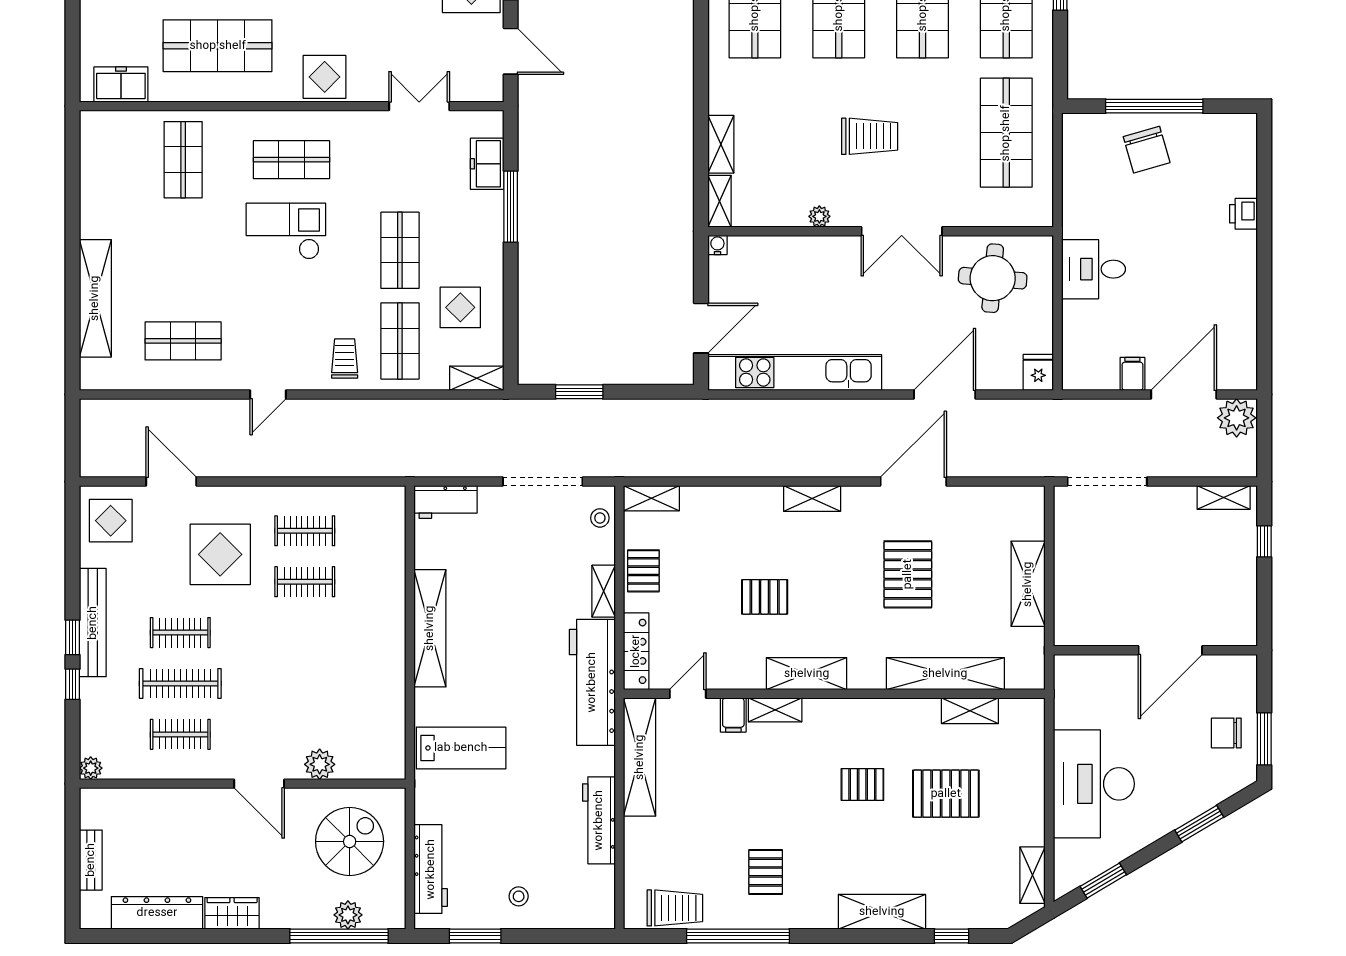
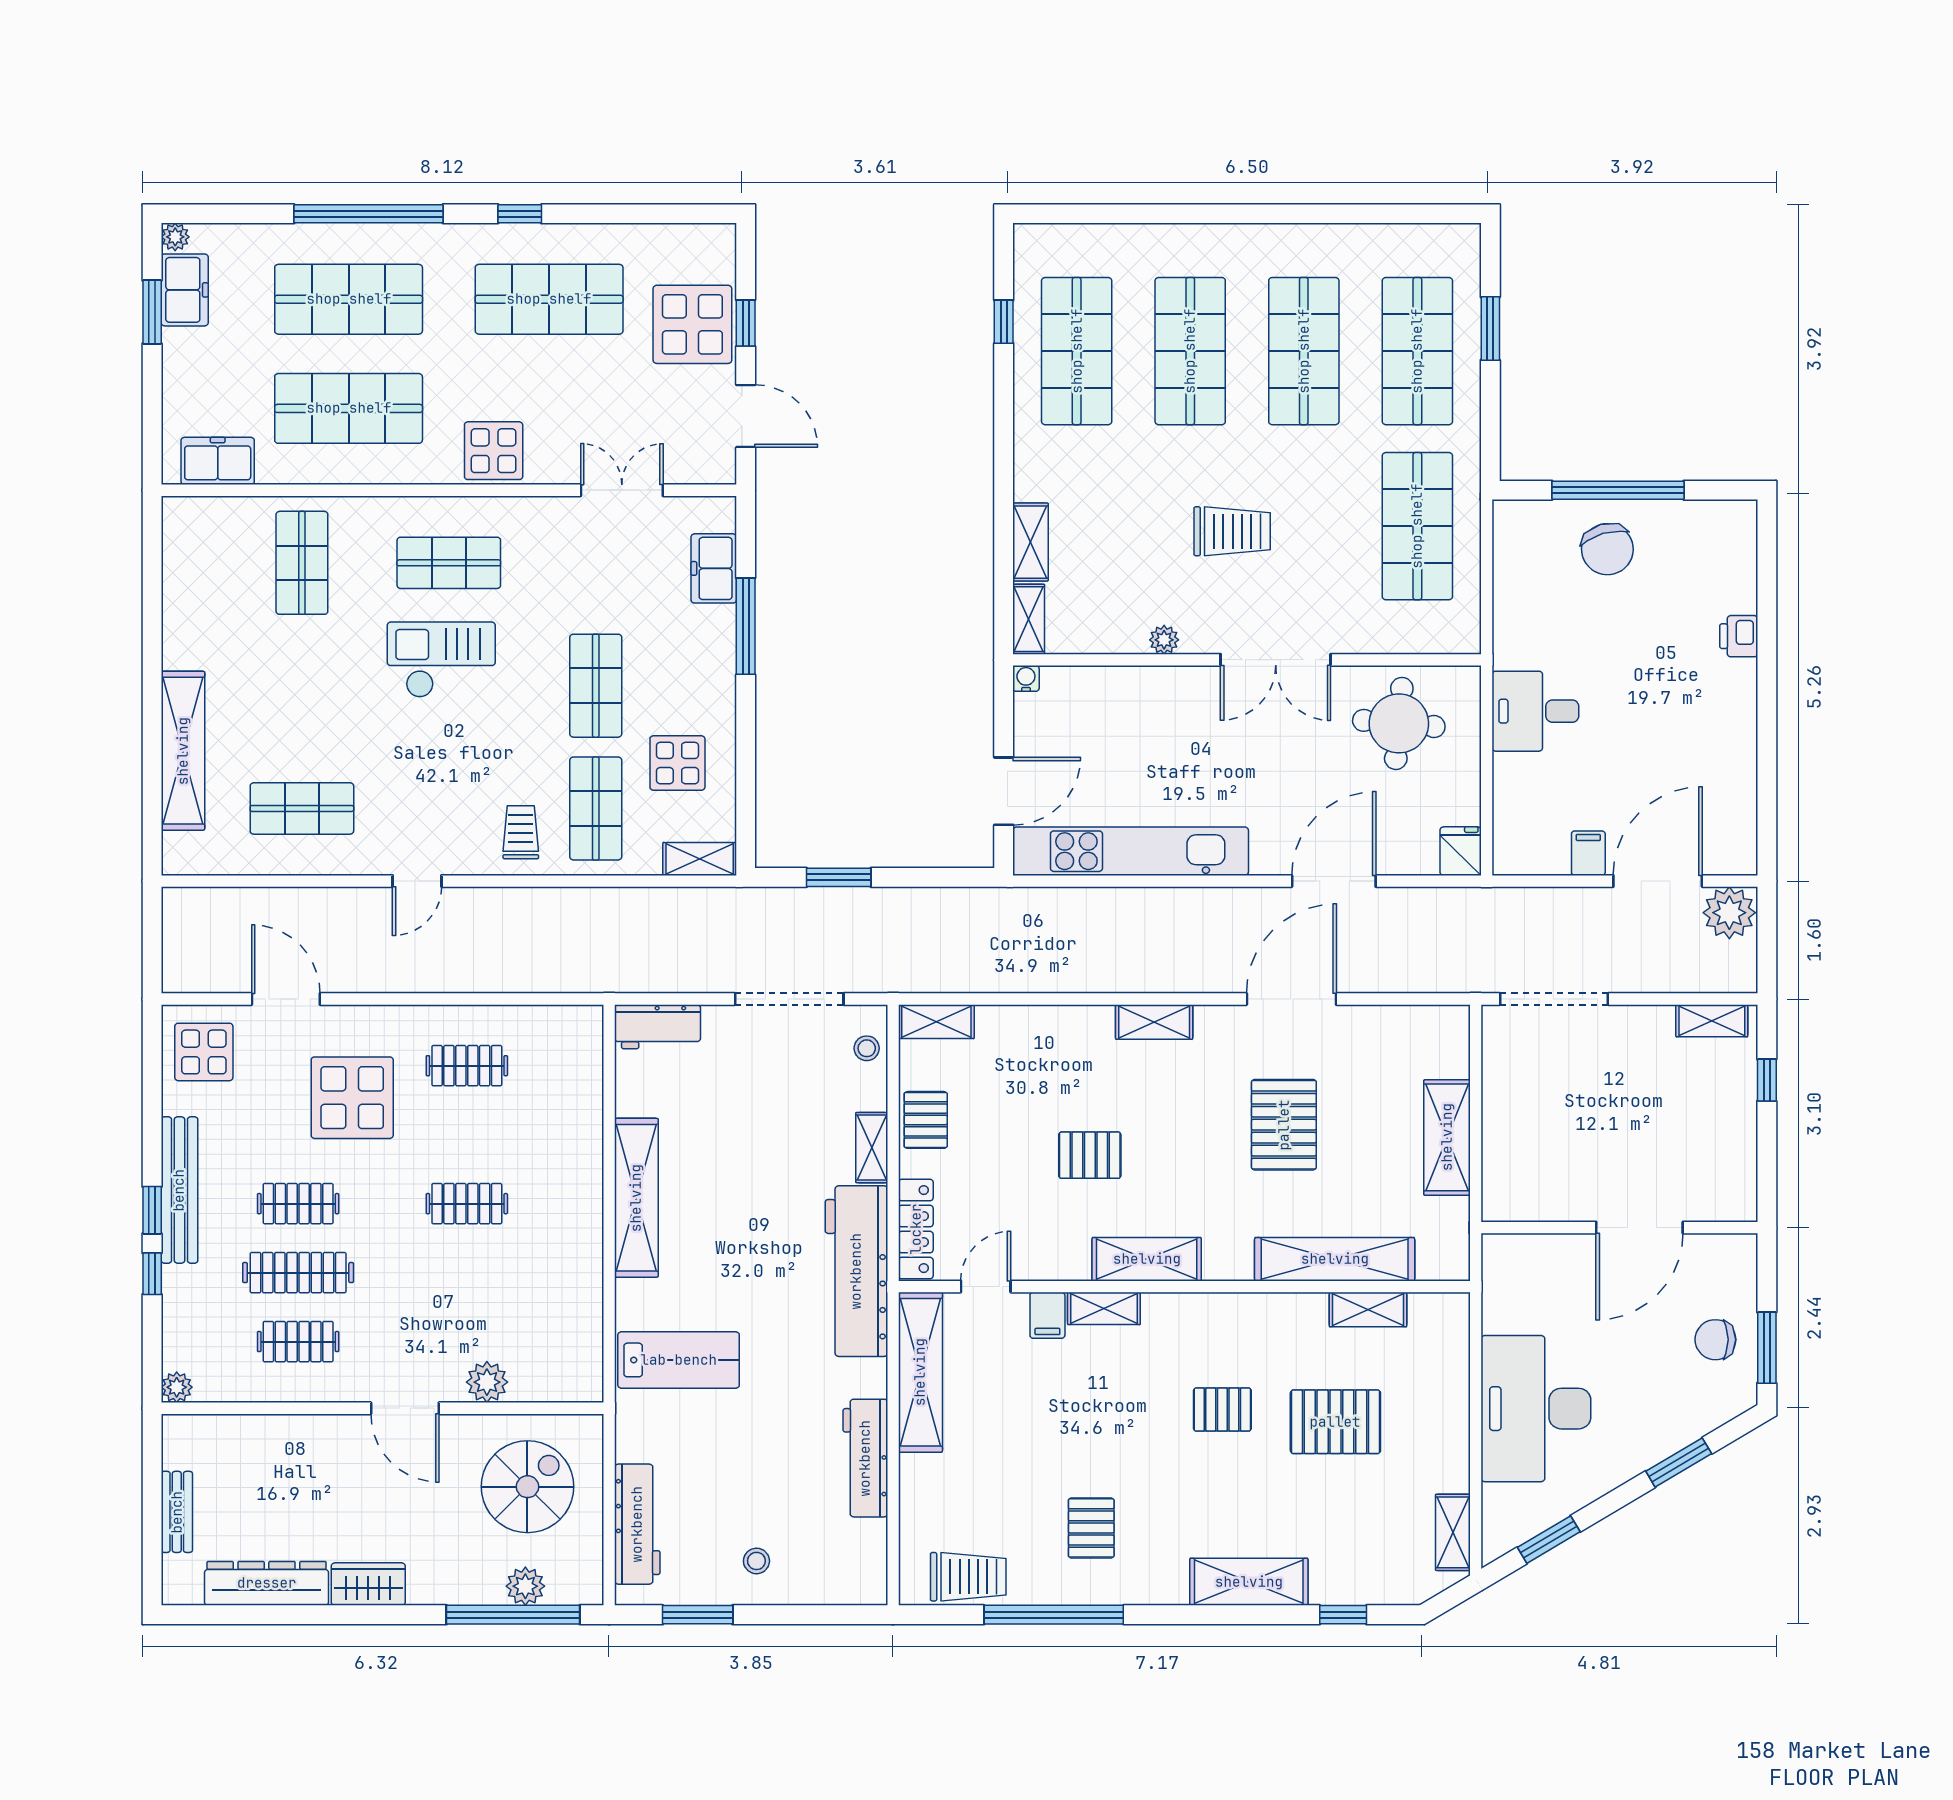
clothes rail: (305, 582) -> (467, 1204), moved

